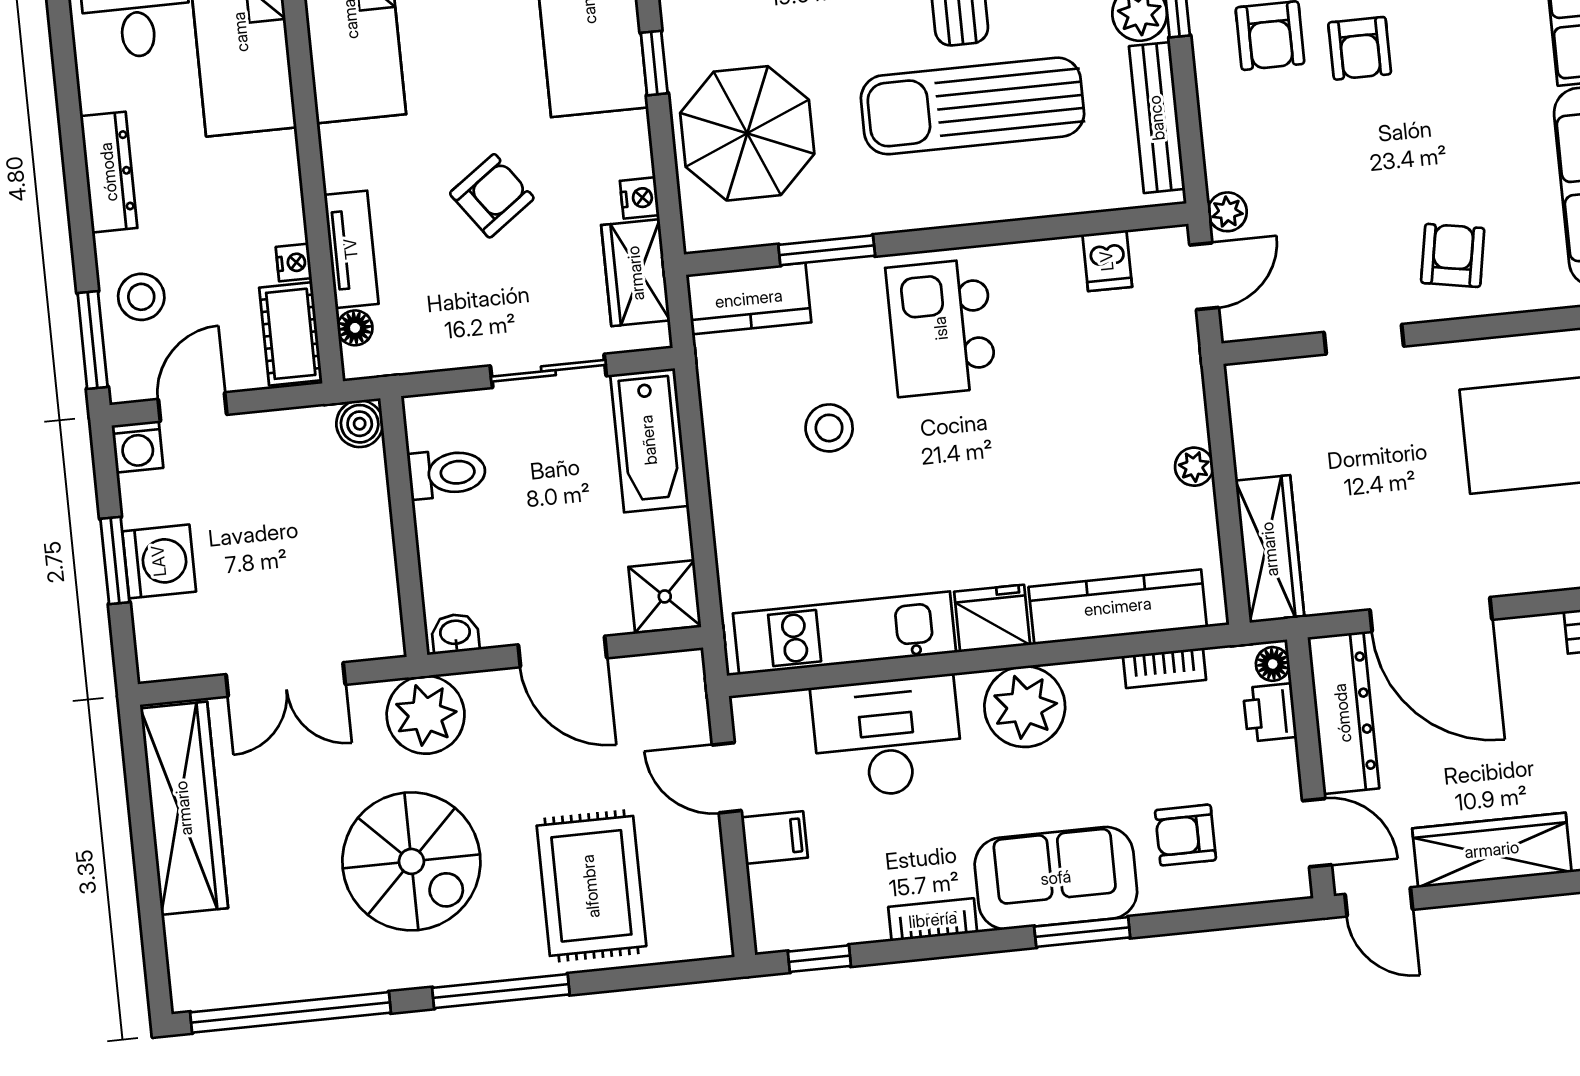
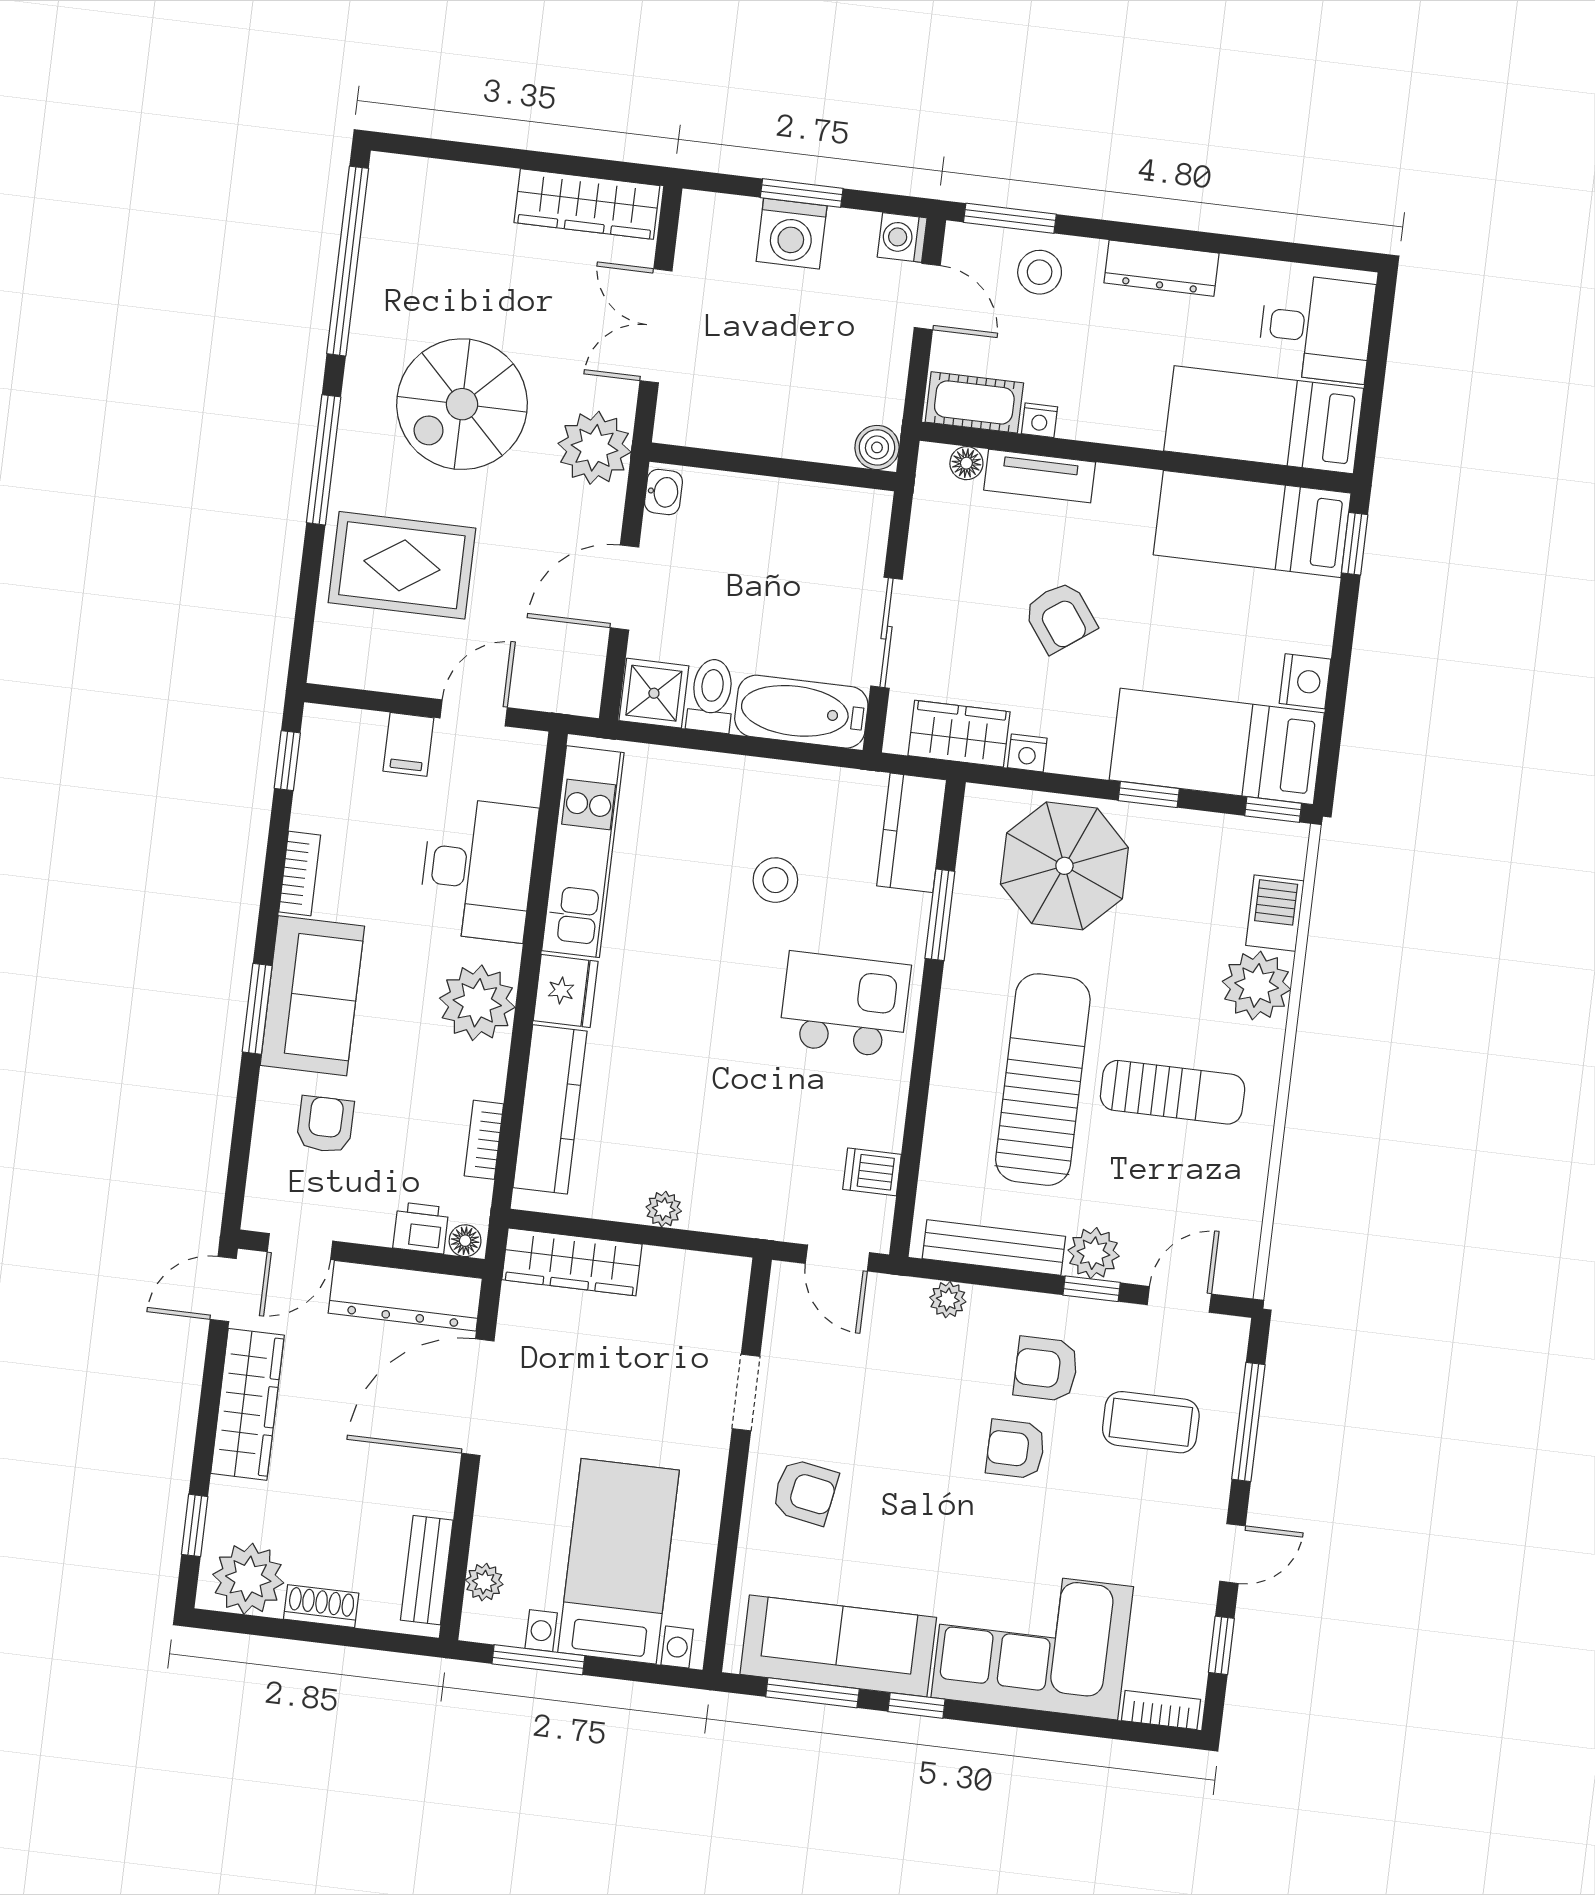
plant: (1227, 212) -> (948, 1300), moved
toilet: (447, 473) -> (711, 696), moved, turned 180
wardrobe: (184, 808) -> (587, 204), width x0.71, depth x0.85

